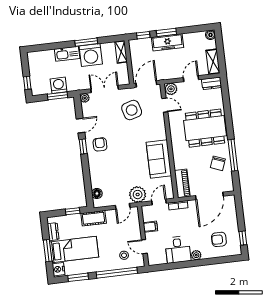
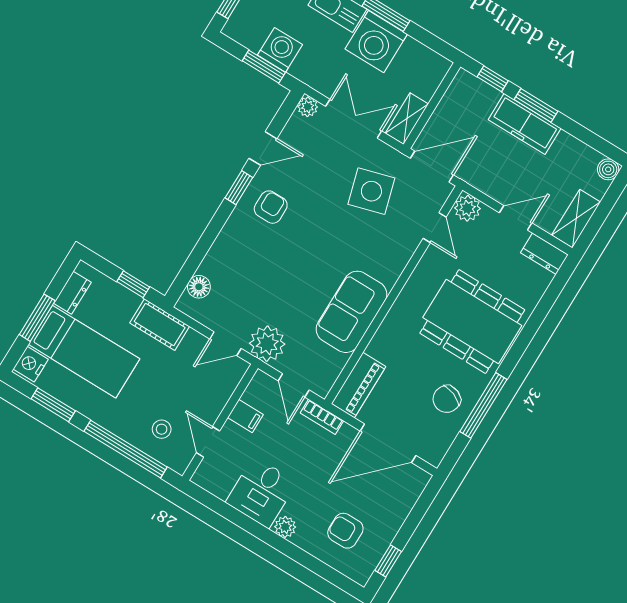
shelving: (121, 52) -> (407, 119), moved
door: (159, 202) -> (294, 385), swing flipped

